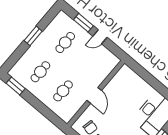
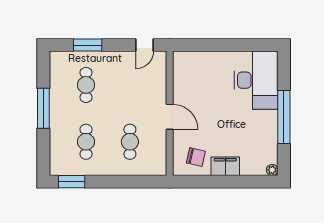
window: (33, 36) -> (43, 108), width x1.44
door: (100, 37) -> (145, 45), moved

